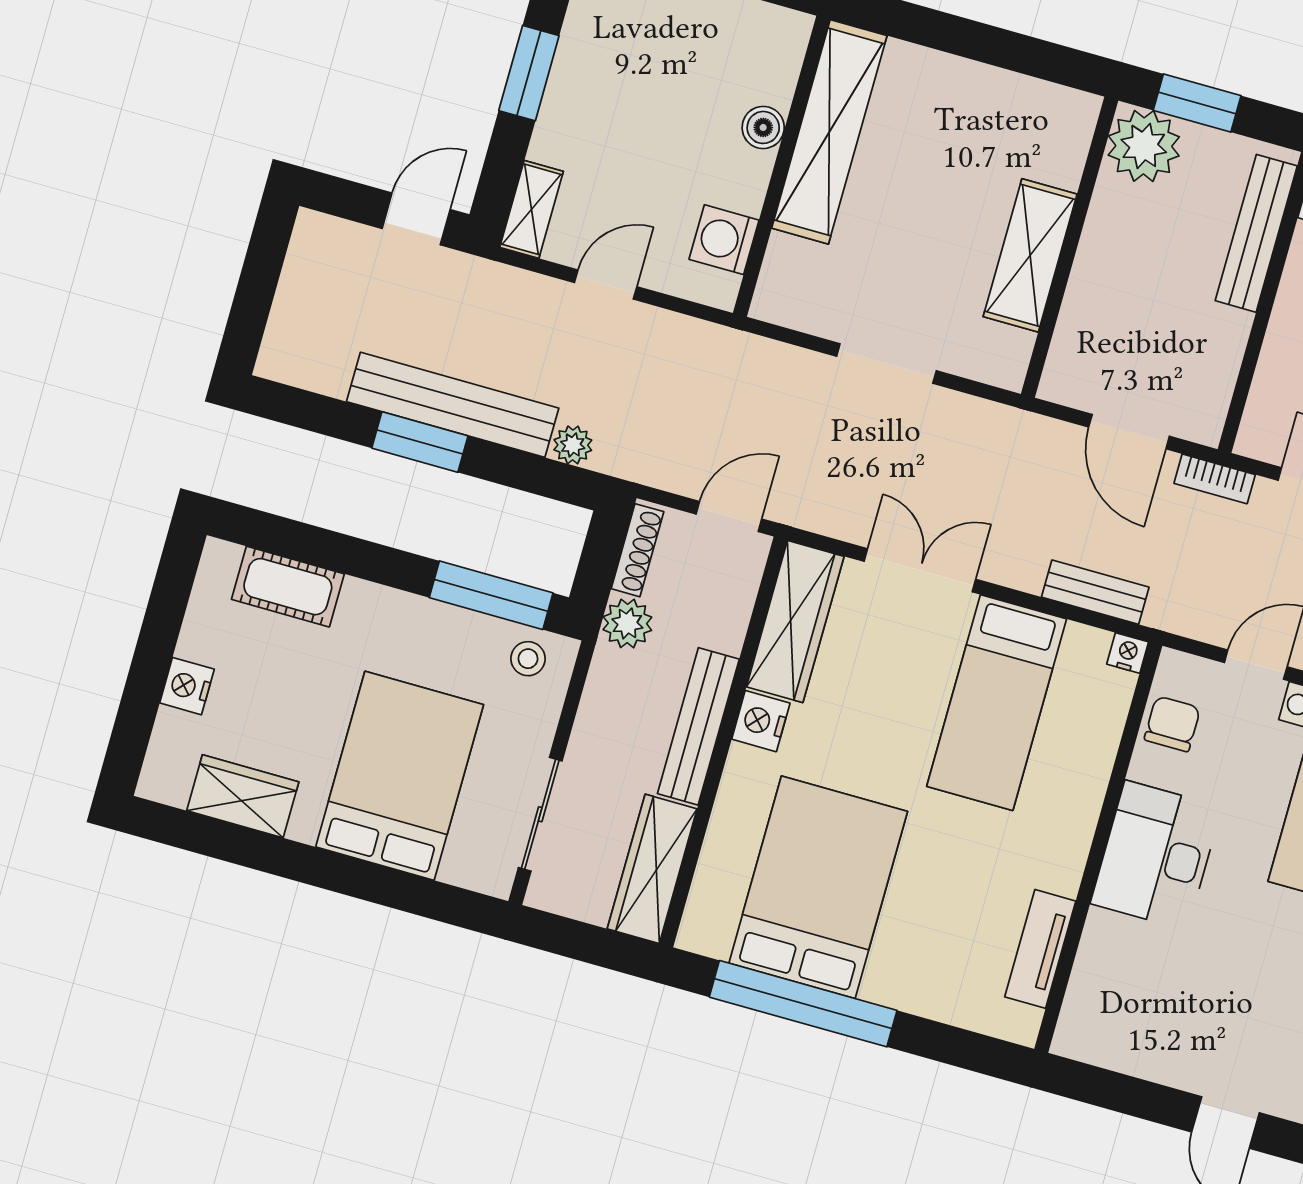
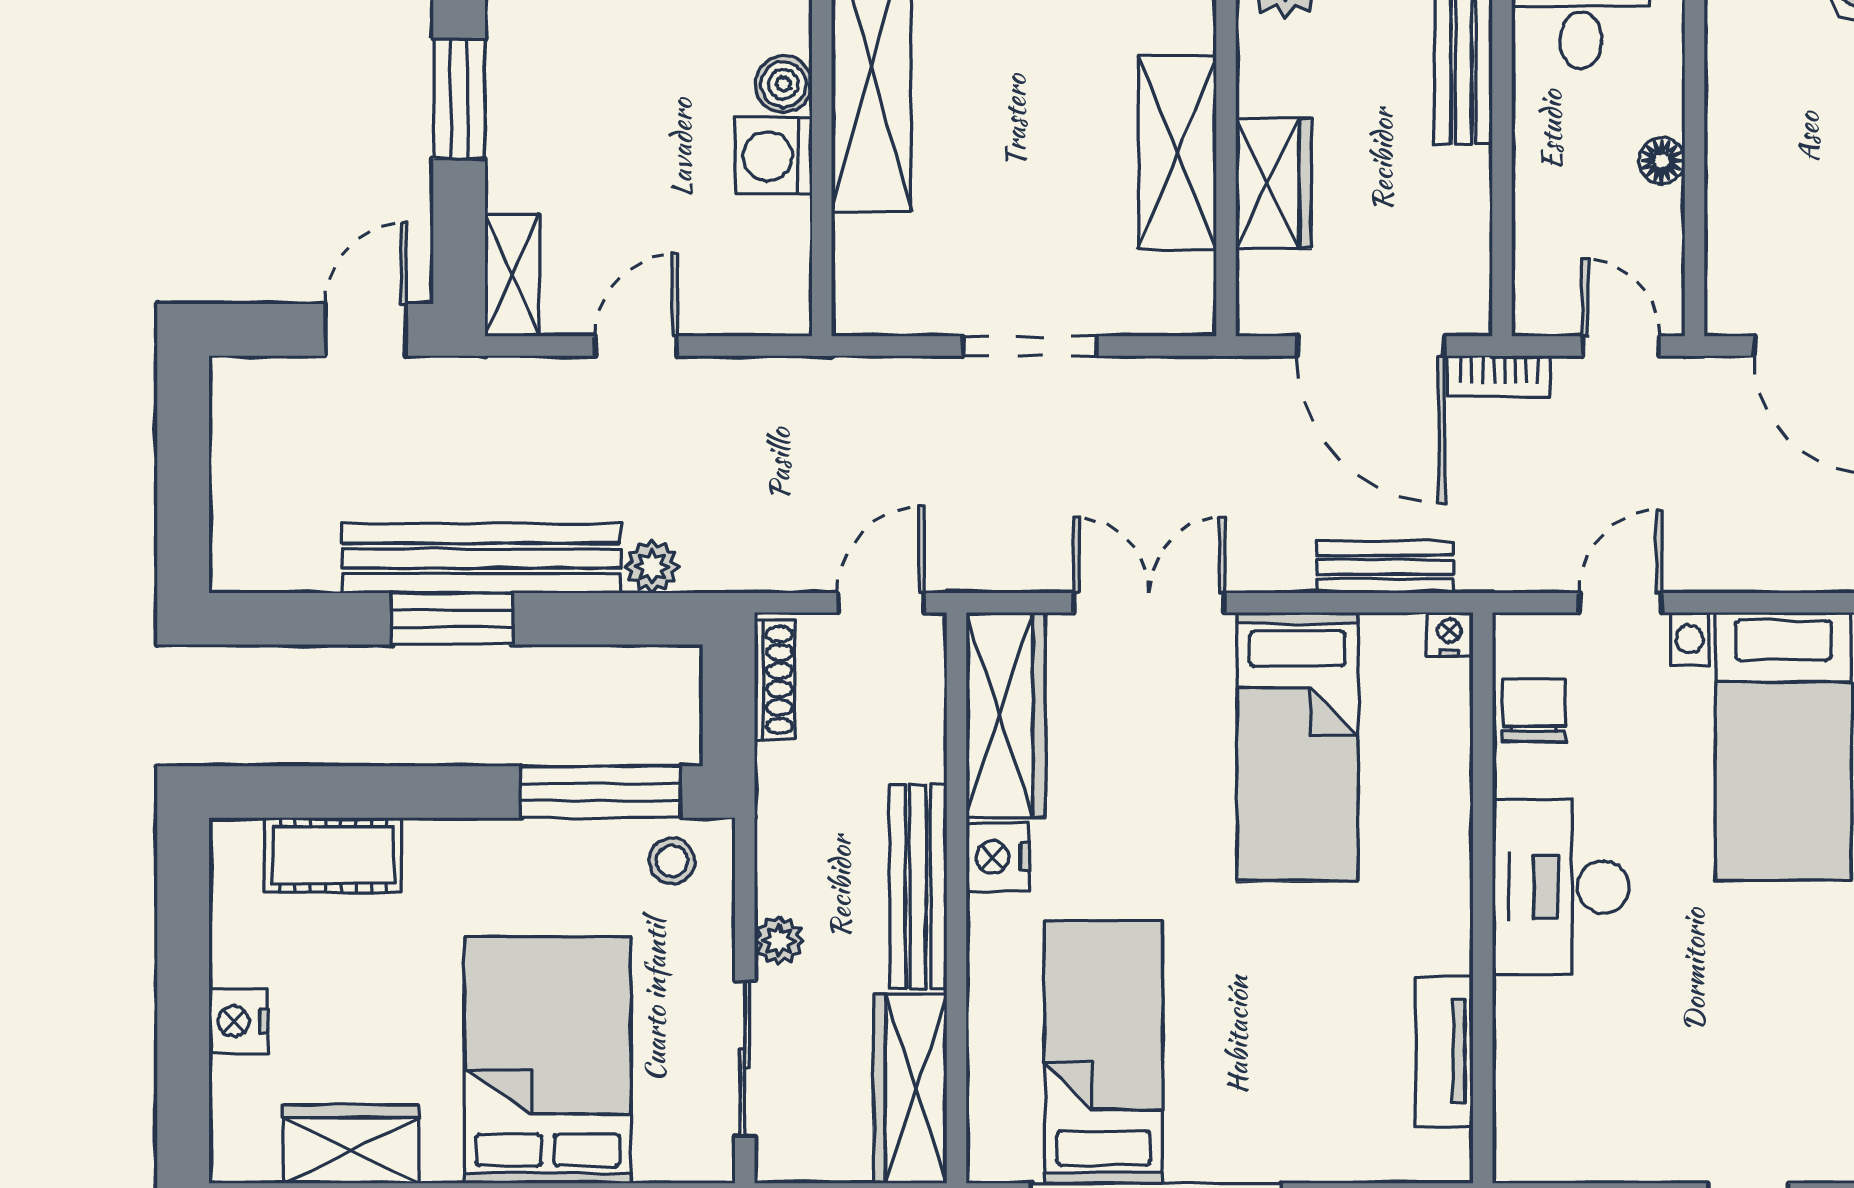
washing machine: (724, 240) -> (774, 156), moved
wardrobe: (1092, 296) -> (1273, 183), added
door: (1129, 432) -> (1371, 346), width x1.36
plant: (627, 623) -> (779, 941), moved, width x0.73, depth x0.73
bed: (818, 887) -> (1103, 1052), width x0.67

